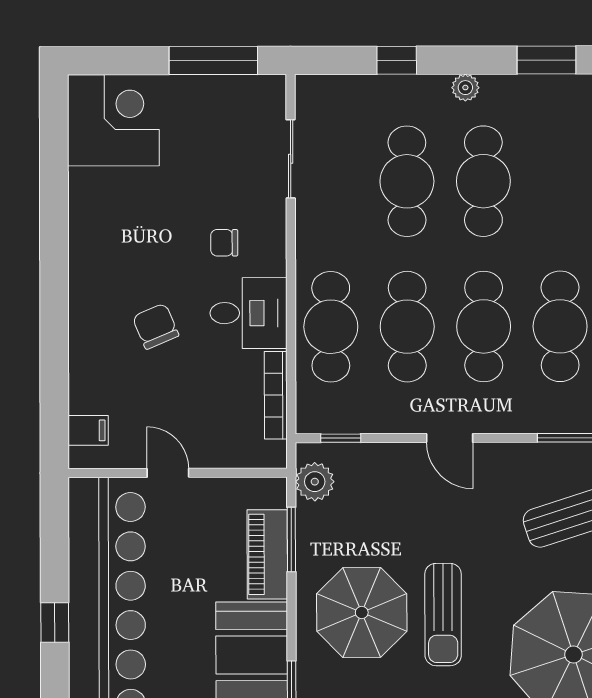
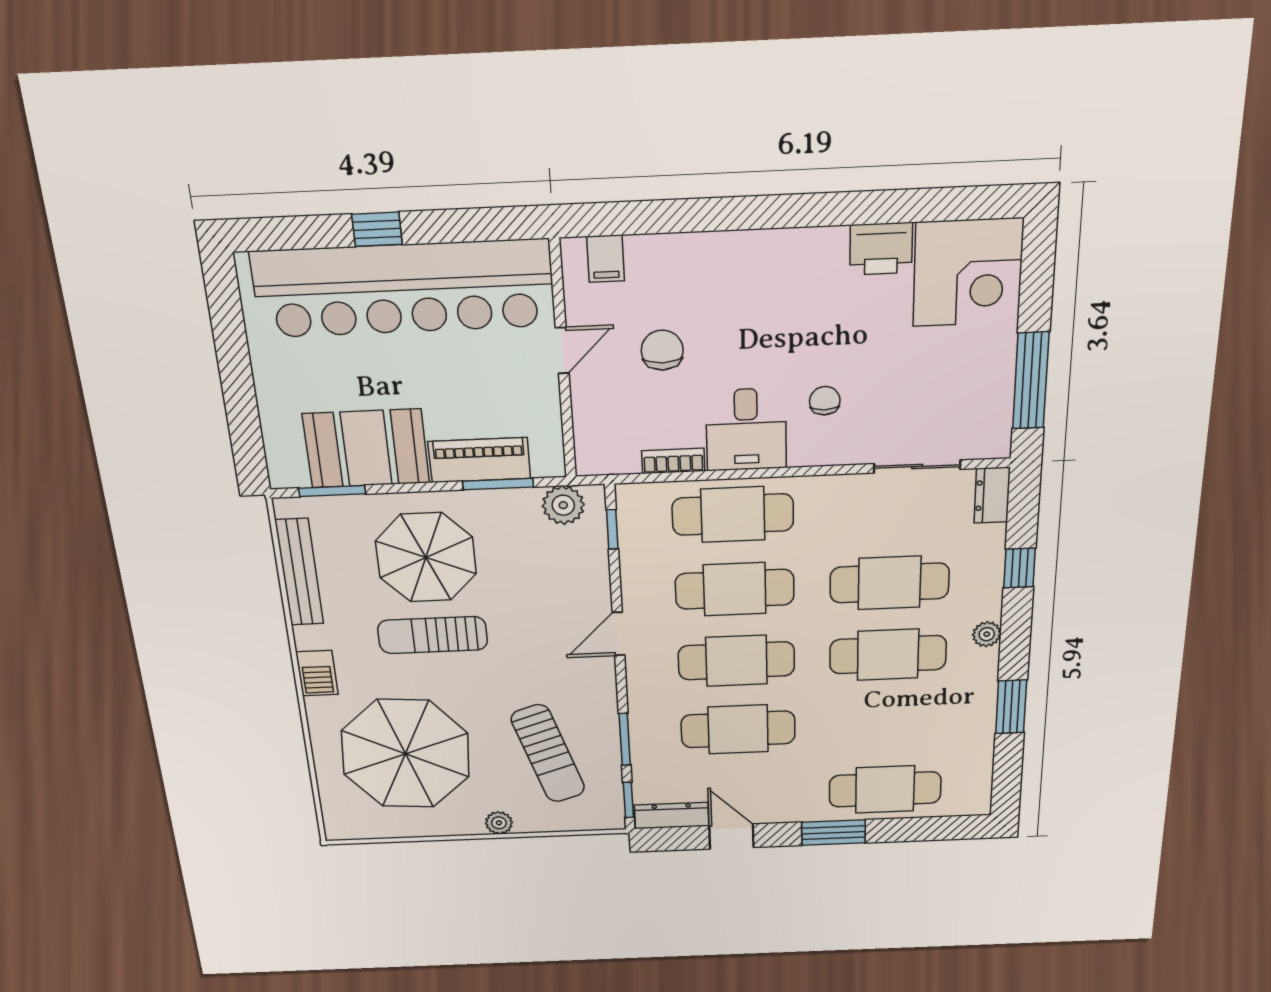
dresser: (322, 89) -> (992, 495), added
printer: (90, 195) -> (881, 249), added
chair: (156, 326) -> (662, 350), moved, turned -67
bookcase: (276, 395) -> (673, 461), width x0.64

